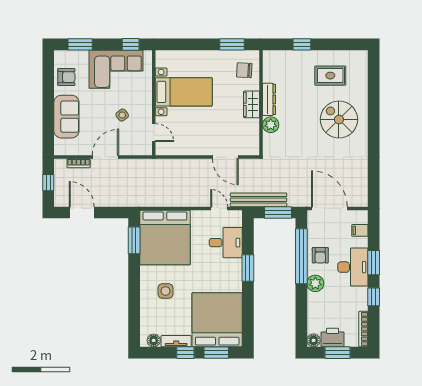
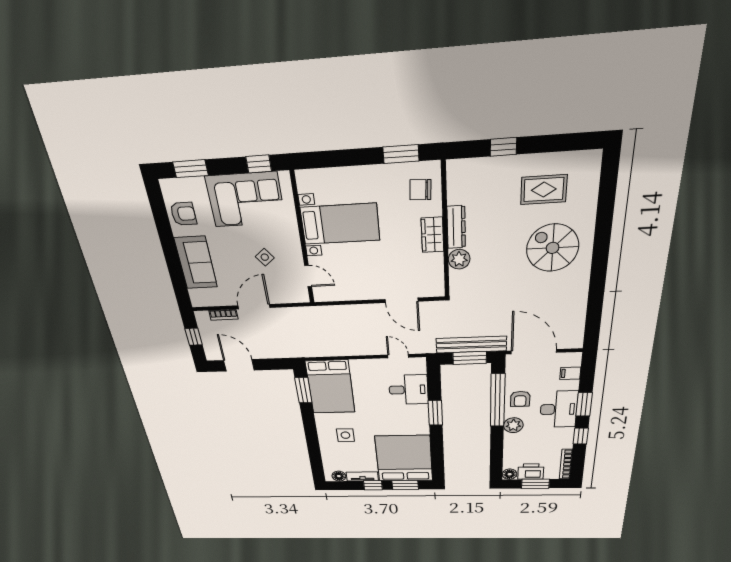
bench: (259, 200) -> (471, 345), moved
bed: (165, 238) -> (330, 387), width x0.73

